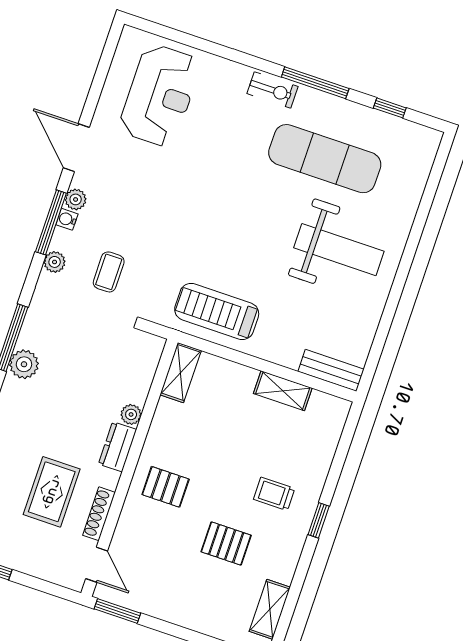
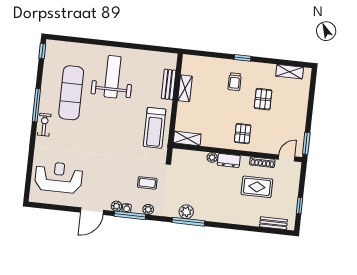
window: (390, 108) -> (42, 51), moved
plant: (24, 364) -> (186, 212), moved
bench: (331, 370) -> (169, 84), moved

